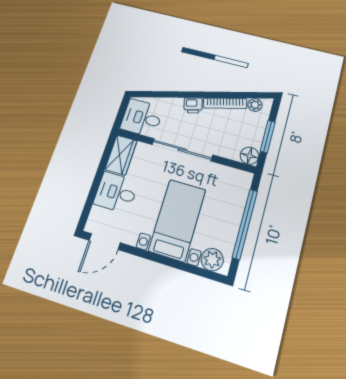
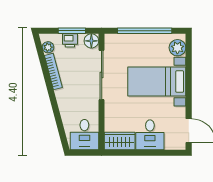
printer: (193, 105) -> (70, 40), moved, turned 105
sliding door: (182, 150) -> (102, 75), moved

